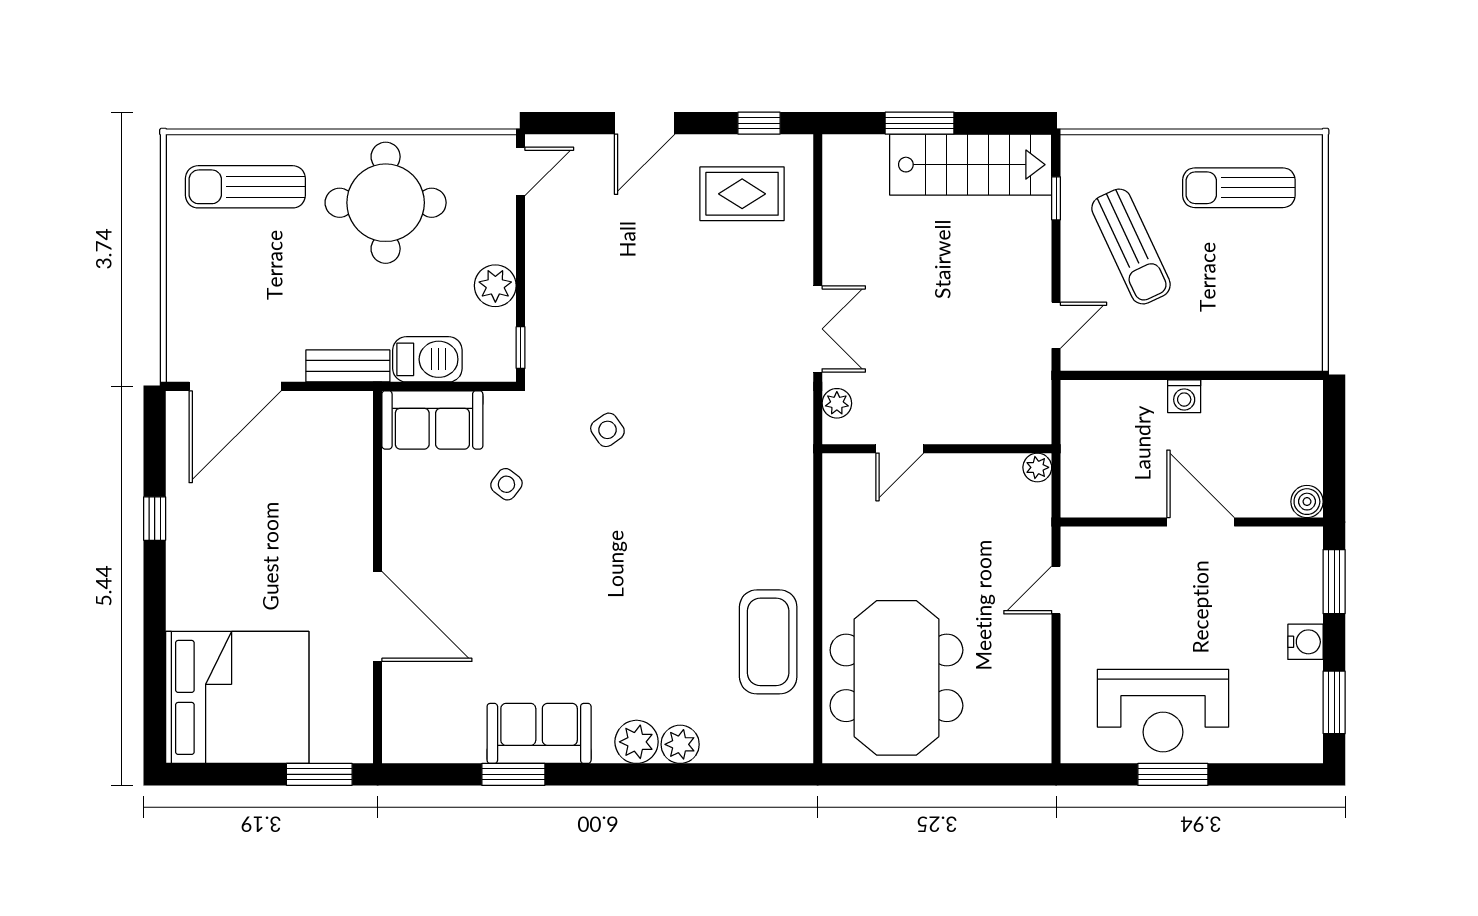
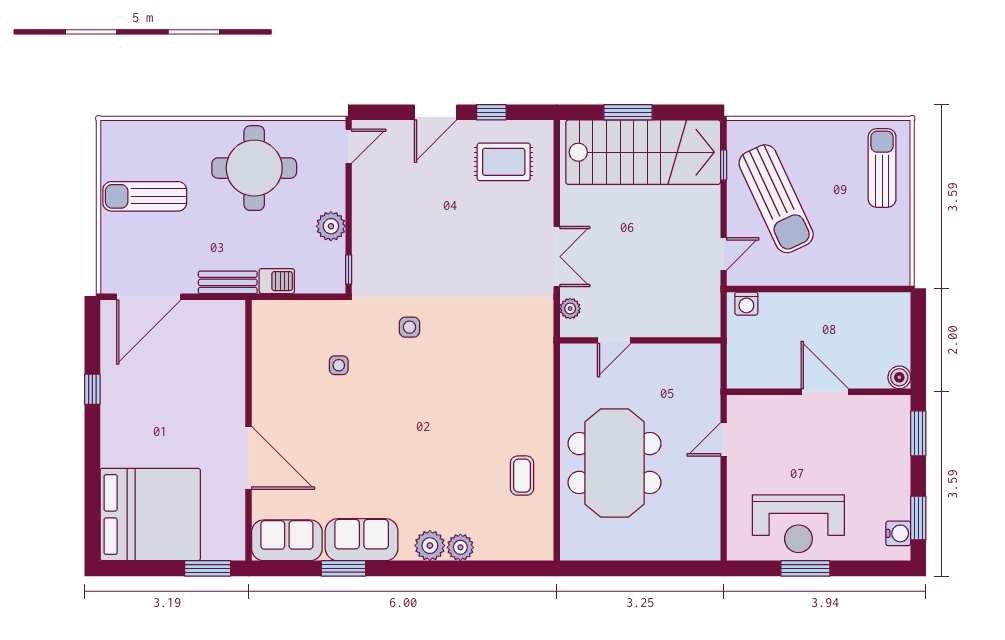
window: (759, 123) -> (491, 112), moved
stairs: (971, 165) -> (643, 152), width x1.36, depth x1.51
sun lounger: (245, 187) -> (145, 196), moved
sun lounger: (1239, 188) -> (882, 168), moved, turned 90
sun lounger: (1131, 247) -> (776, 199), width x1.36, depth x1.34
barbecue: (427, 359) -> (277, 281), width x0.73, depth x0.79
washing machine: (1184, 396) -> (746, 304), moved
sofa: (432, 420) -> (287, 540), moved, turned 180
side table: (607, 430) -> (409, 327), turned 35
plant: (1037, 467) -> (710, 353), removed
side table: (506, 484) -> (339, 365), turned -38
coffee table: (768, 642) -> (522, 476), width x0.54, depth x0.58
water cooler: (1305, 642) -> (898, 533), moved
meeting table: (896, 678) -> (614, 463), moved

